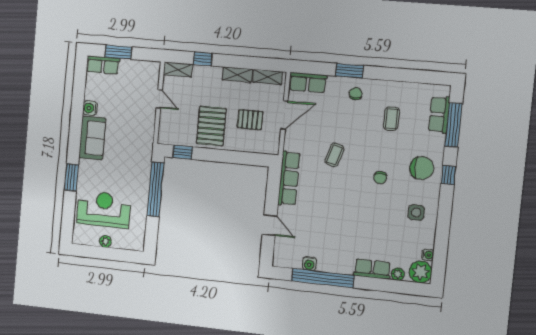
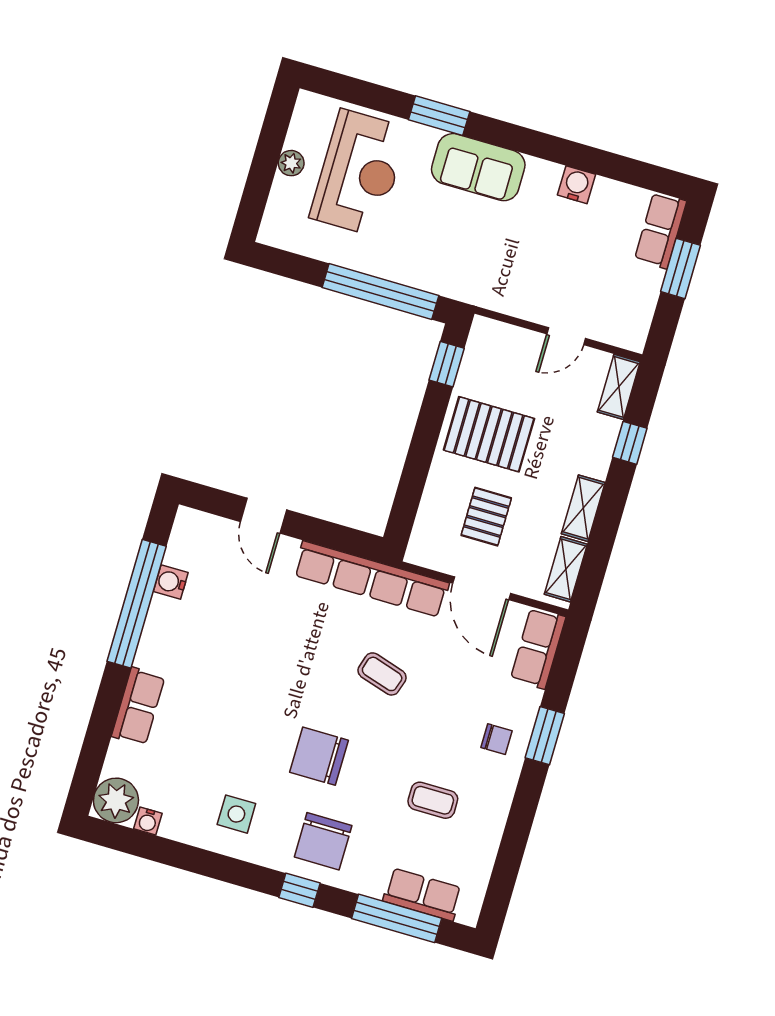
sofa: (92, 138) -> (478, 167), moved
row of seats: (289, 178) -> (371, 579), width x1.36
chair: (380, 178) -> (319, 756), width x1.87, depth x1.87
door: (270, 225) -> (264, 516), hinge flipped
plant: (398, 274) -> (119, 755), removed

